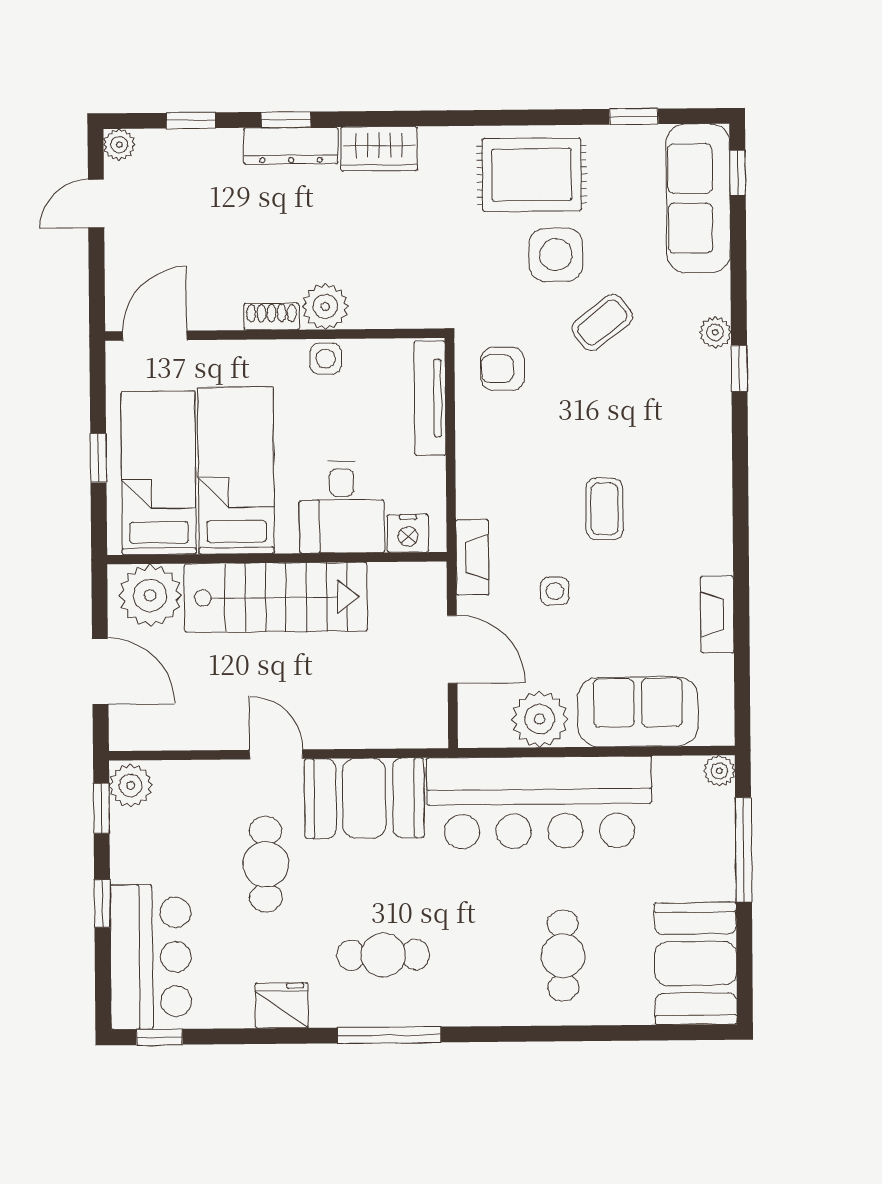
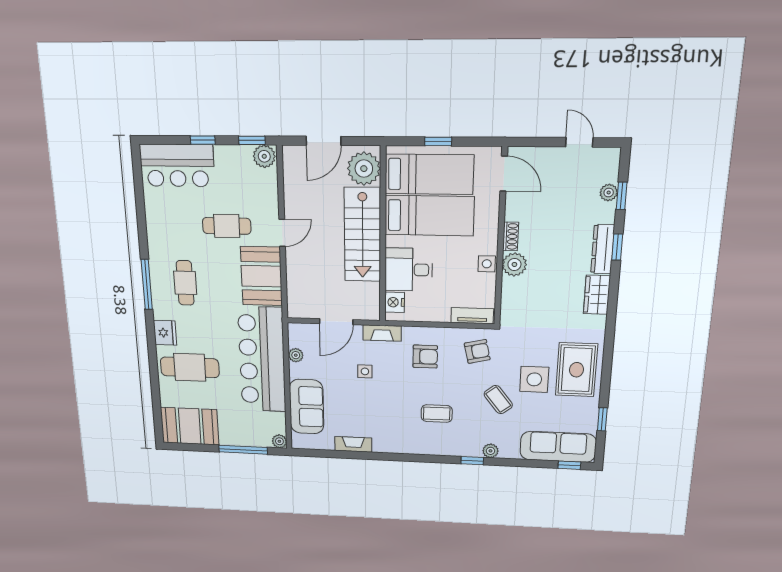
plant: (119, 145) -> (609, 193), moved
armchair: (503, 369) -> (477, 351), turned 77
tv unit: (430, 398) -> (472, 316), width x0.71
armchair: (518, 471) -> (425, 357), added
coffee table: (605, 509) -> (437, 414), moved
plant: (540, 719) -> (296, 355), width x0.53, depth x0.53
cafe table: (563, 956) -> (190, 367), width x1.37, depth x1.35
fridge: (282, 1005) -> (165, 333), moved
window: (159, 1037) -> (137, 169), removed

